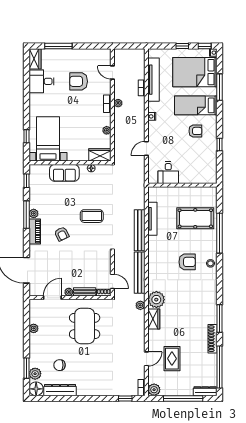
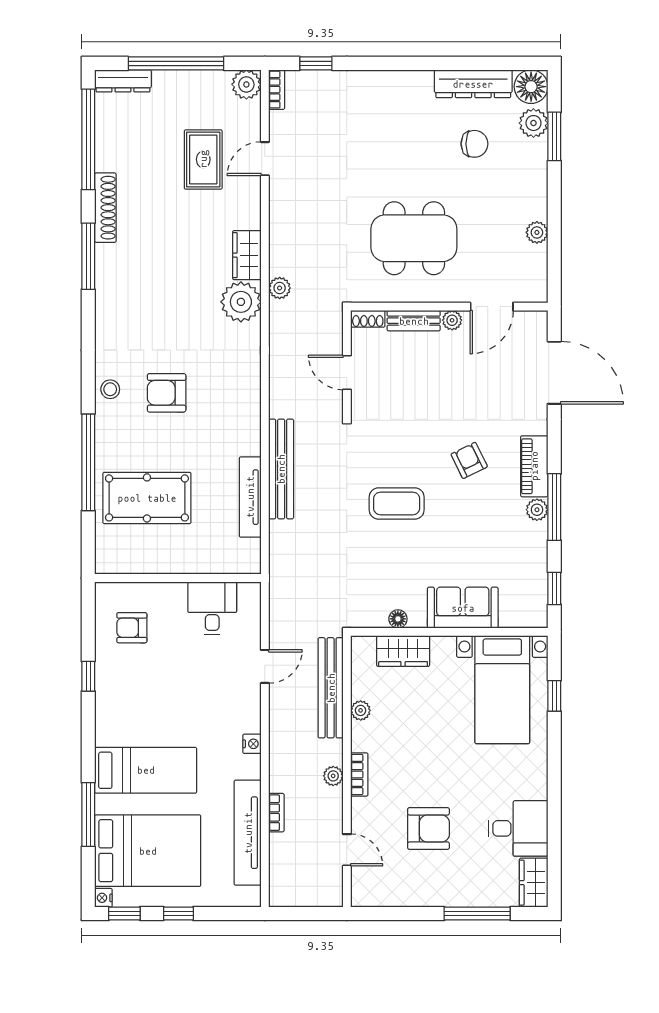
armchair: (195, 131) -> (132, 628), moved
wardrobe: (100, 155) -> (403, 651), moved
bench: (140, 273) -> (331, 688), moved
door: (112, 281) -> (347, 372), moved
dining table: (85, 326) -> (414, 238), turned 90

